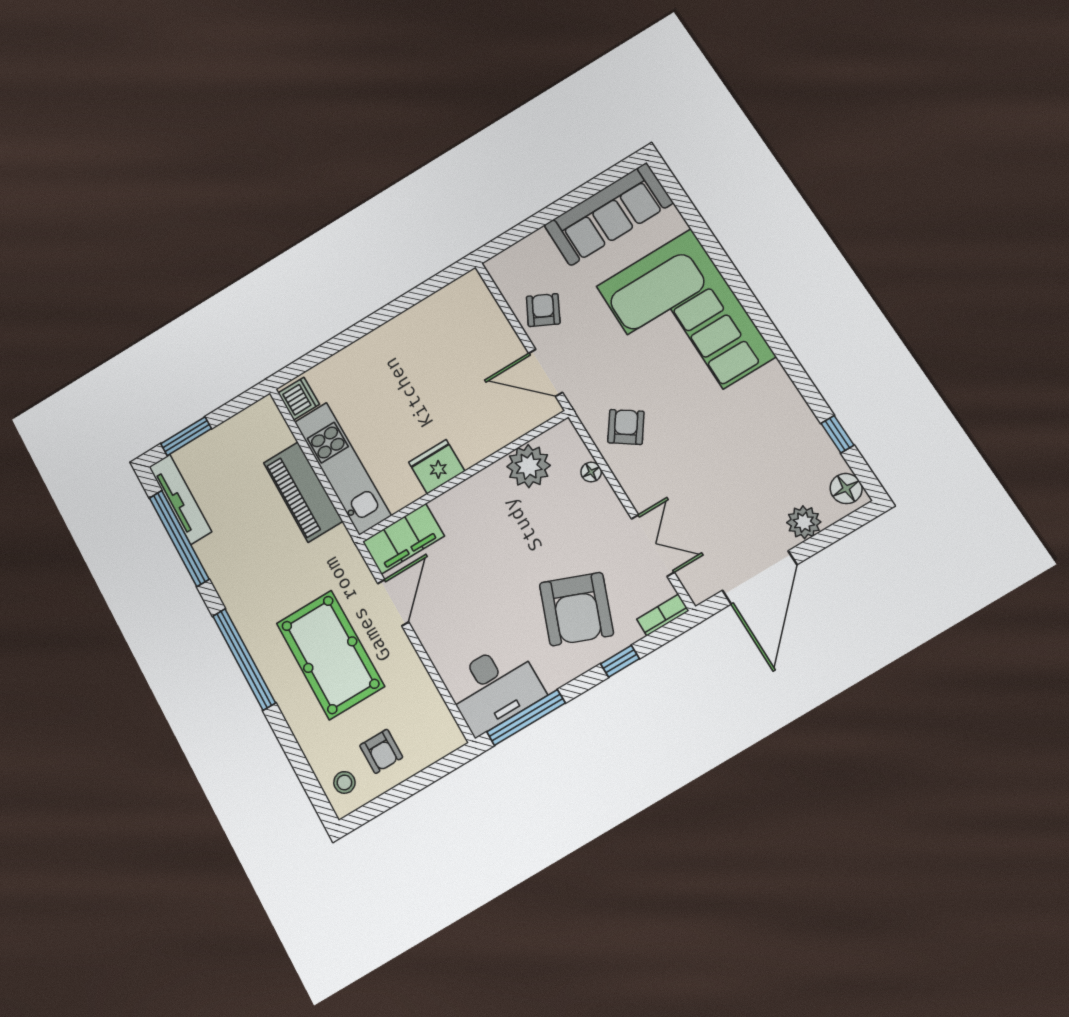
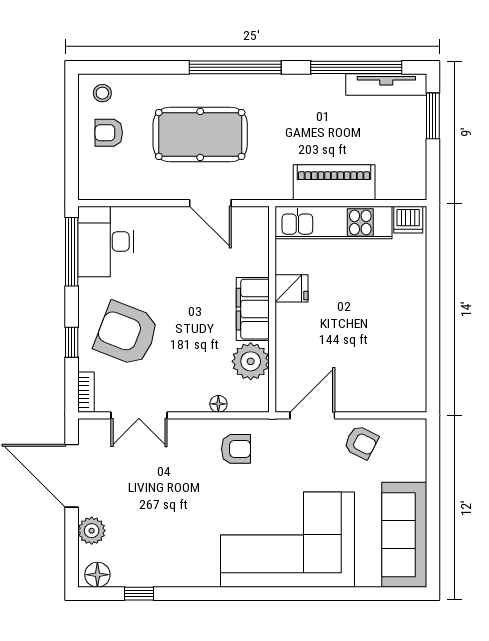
armchair: (626, 427) -> (236, 449), turned -35
fridge: (437, 467) -> (292, 288), width x0.72
filing cabinet: (403, 539) -> (253, 309), moved

